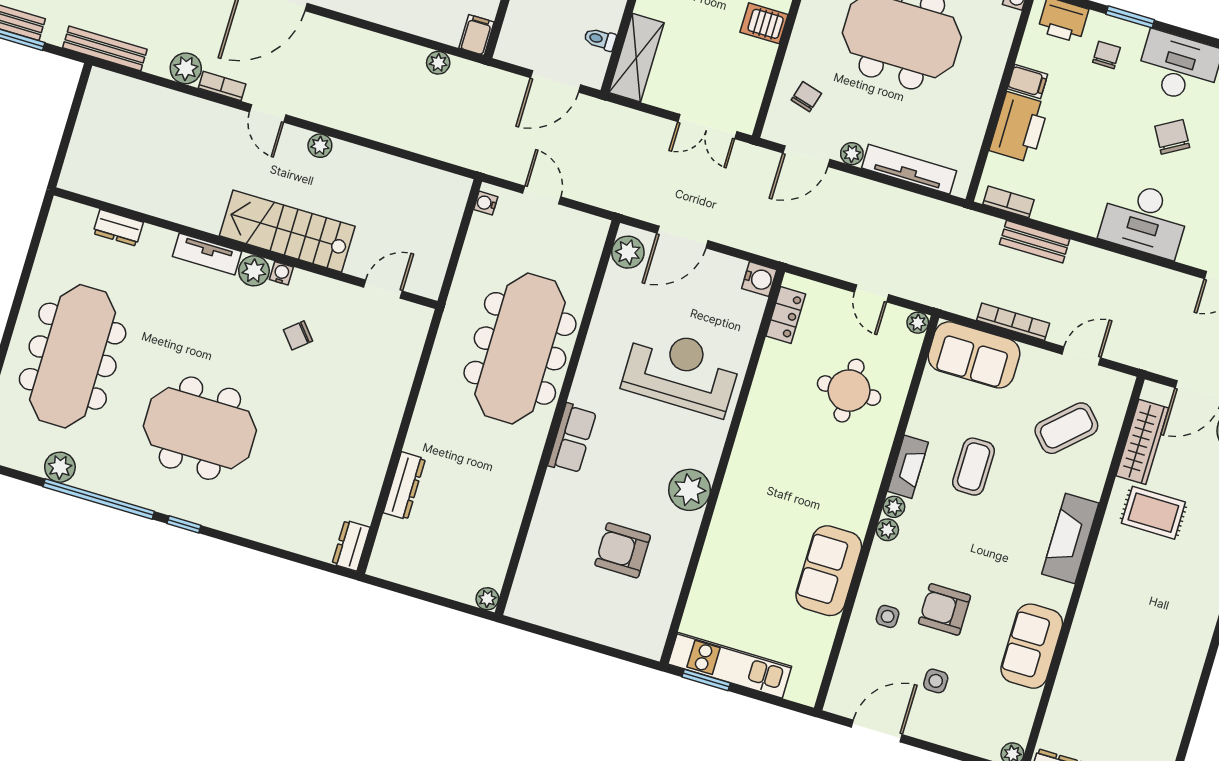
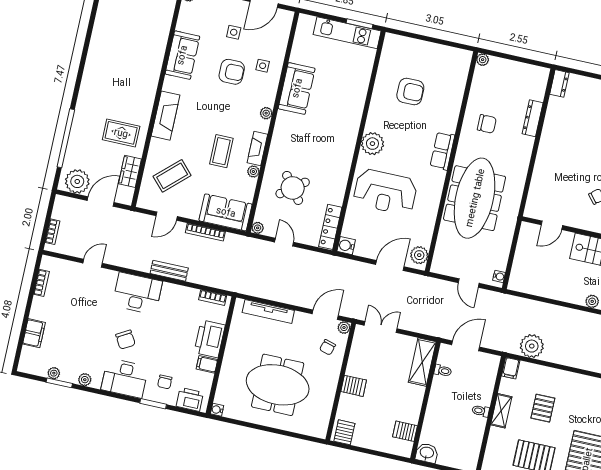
plant: (438, 63) -> (532, 346), width x1.88, depth x1.88
plant: (852, 154) -> (344, 328), moved
bench: (1035, 242) -> (169, 271), moved
locker: (786, 315) -> (330, 227), width x1.53
round table: (849, 391) -> (293, 188), turned -37
wardrobe: (1142, 442) -> (130, 171), width x0.67
chair: (488, 482) -> (487, 124), added
plant: (690, 490) -> (372, 144), moved
plant: (894, 507) -> (253, 171), moved

